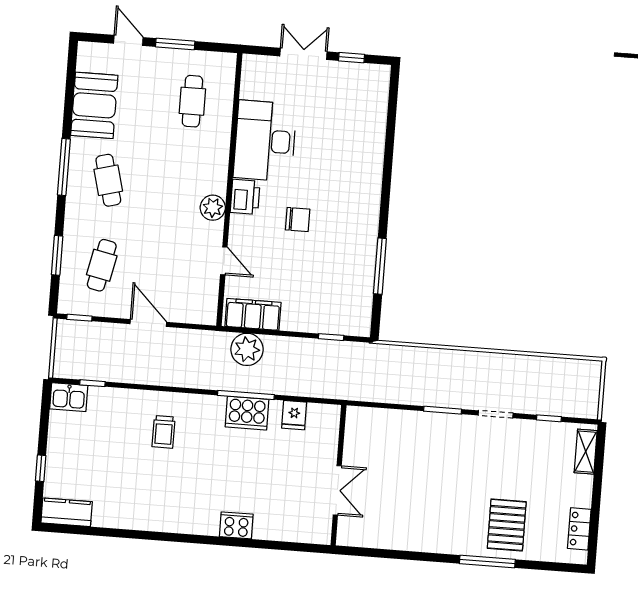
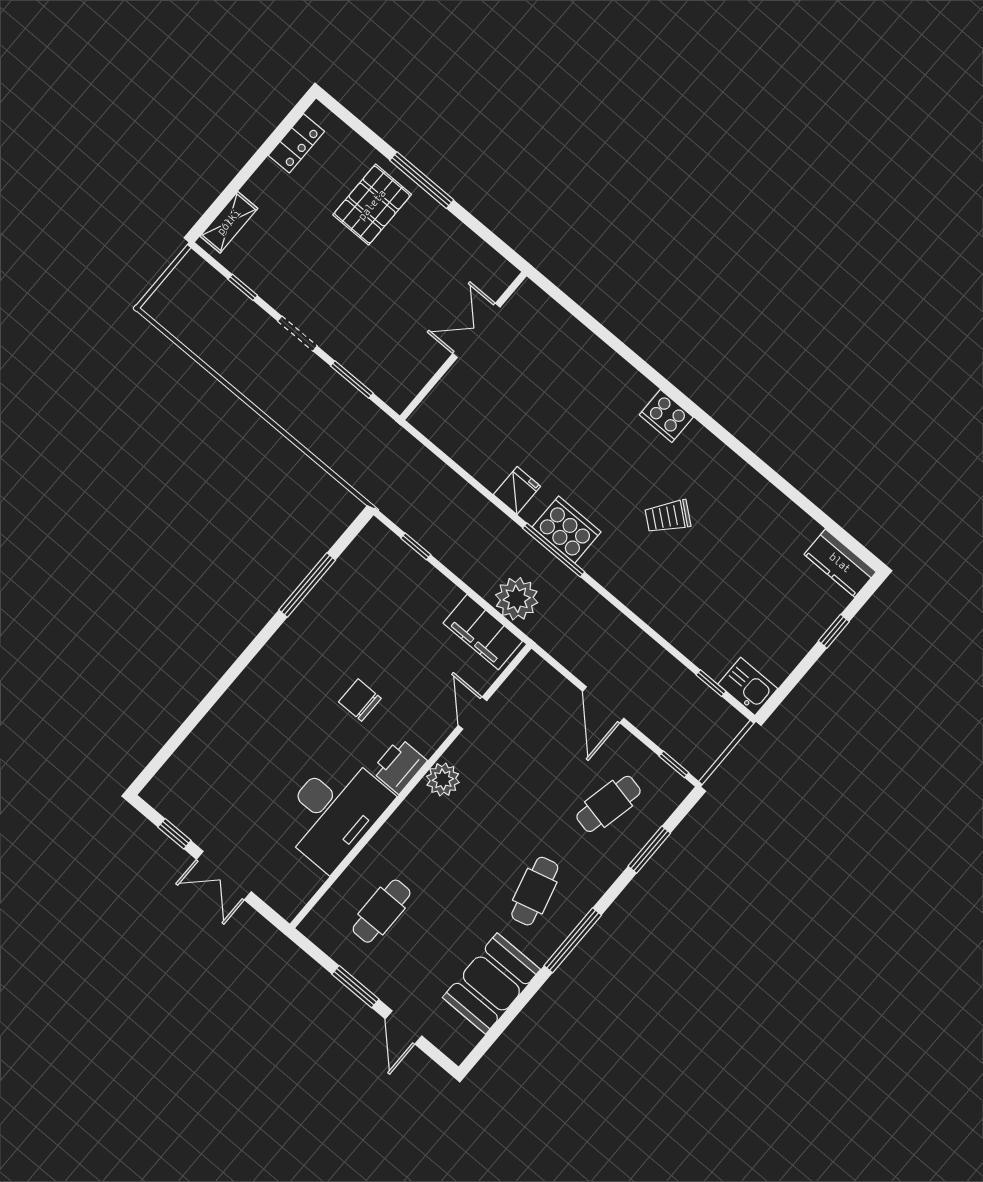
trolley: (164, 432) -> (668, 517), moved, turned -141
wall: (338, 475) -> (463, 346), moved
double door: (337, 490) -> (476, 330), moved

